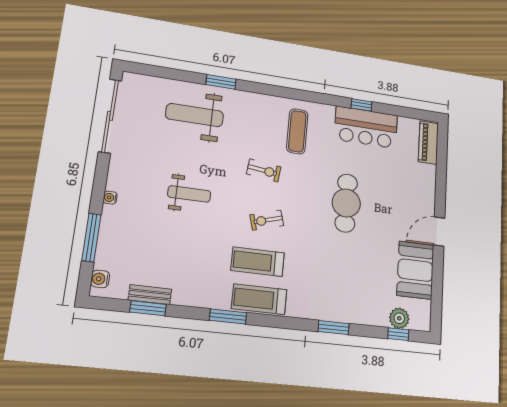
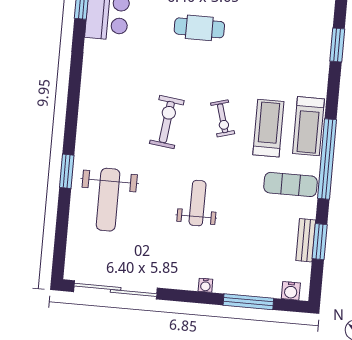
exercise mat: (297, 131) -> (290, 184), moved
exercise bike: (264, 170) -> (167, 122), width x1.38, depth x1.39
cafe table: (346, 203) -> (199, 28), width x0.73, depth x0.74
treadmill: (258, 262) -> (268, 128), turned 180
window: (228, 317) -> (327, 159), width x2.11

